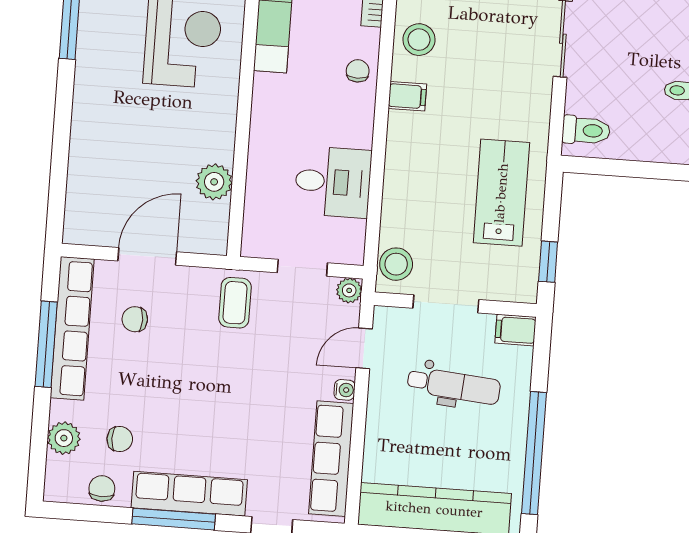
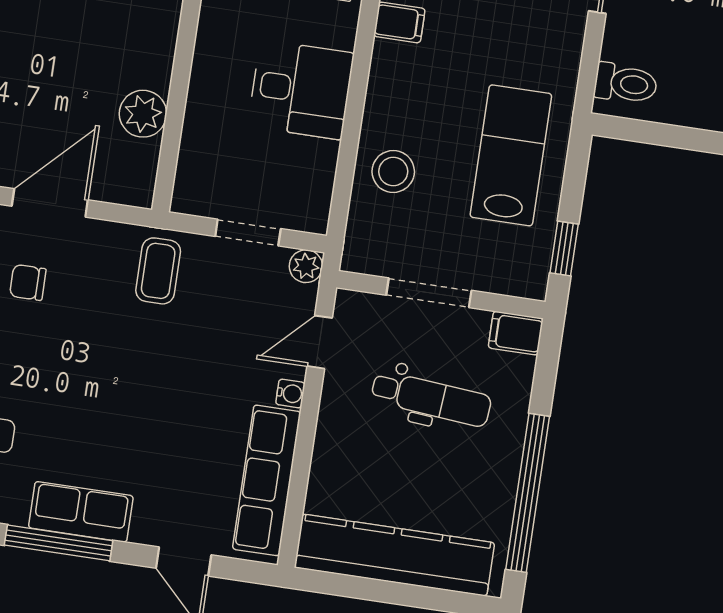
desk: (333, 182) -> (301, 90), moved
stool: (396, 264) -> (393, 171), moved
row of seats: (189, 494) -> (81, 512), width x0.68

